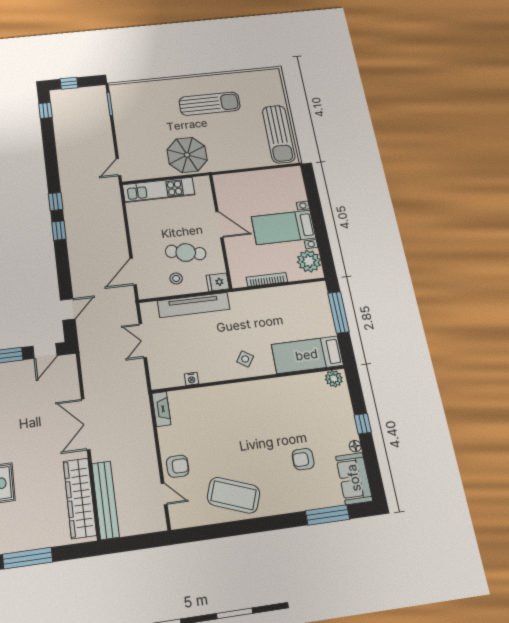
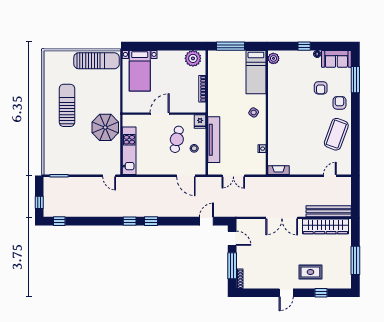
bed with nightstands: (284, 227) -> (140, 71), moved
door: (68, 309) -> (207, 221), hinge flipped
armchair: (178, 466) -> (339, 103), moved

